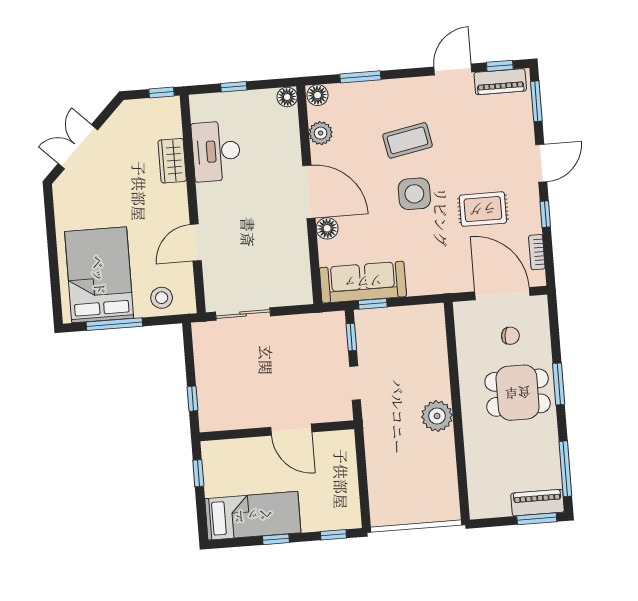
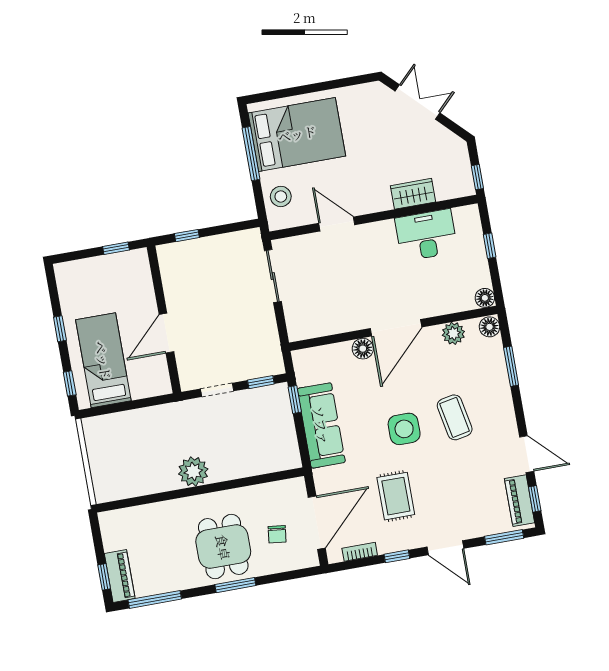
sofa: (363, 282) -> (321, 425), moved
bed: (253, 516) -> (103, 360), moved, turned 180
window: (537, 519) -> (104, 577), width x0.67

